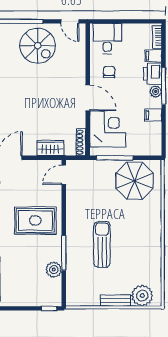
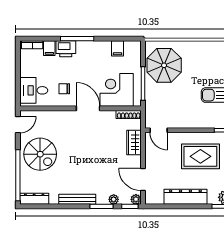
spiral stairs: (38, 46) -> (40, 154), turned 90
plant: (156, 91) -> (82, 46), removed
door: (88, 98) -> (88, 108), hinge flipped
filing cabinet: (153, 115) -> (118, 48), moved
rug: (35, 220) -> (200, 156), turned 90

